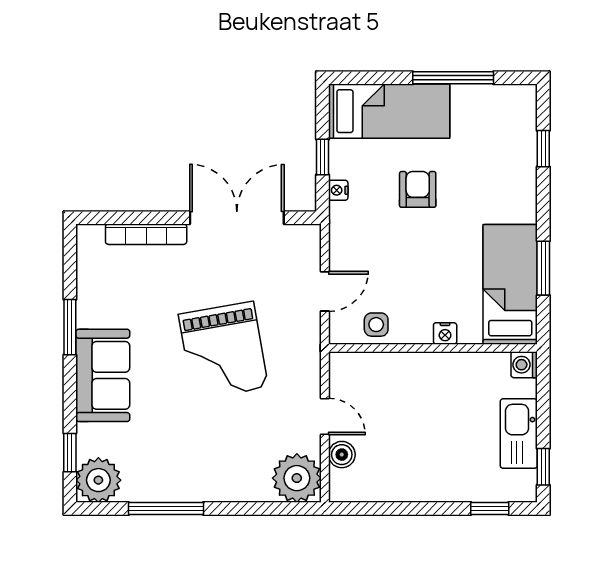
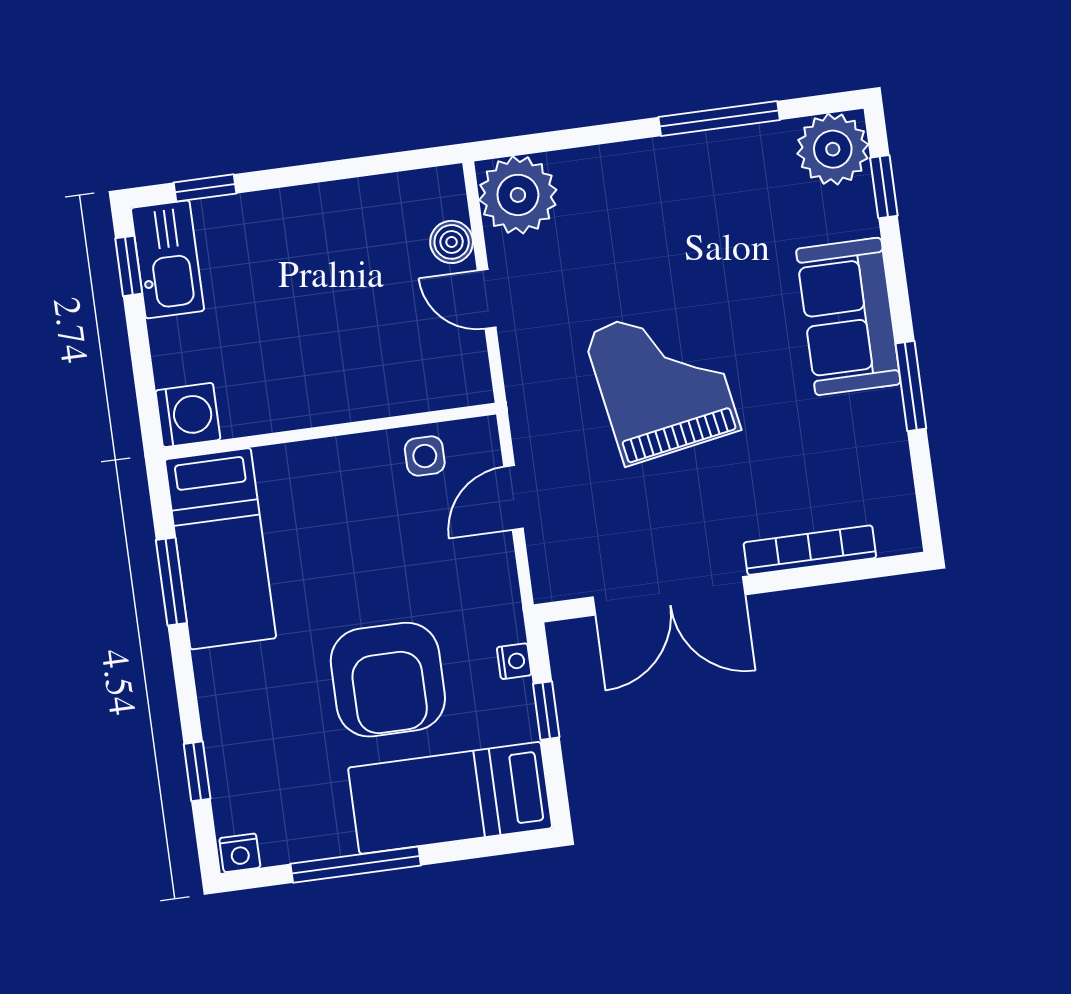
armchair: (418, 189) -> (388, 680), width x1.88, depth x1.88
nightstand: (445, 333) -> (240, 853), moved, turned 180
washing machine: (524, 365) -> (188, 415), width x1.38, depth x1.38
kitchen sink: (519, 434) -> (167, 259), moved

